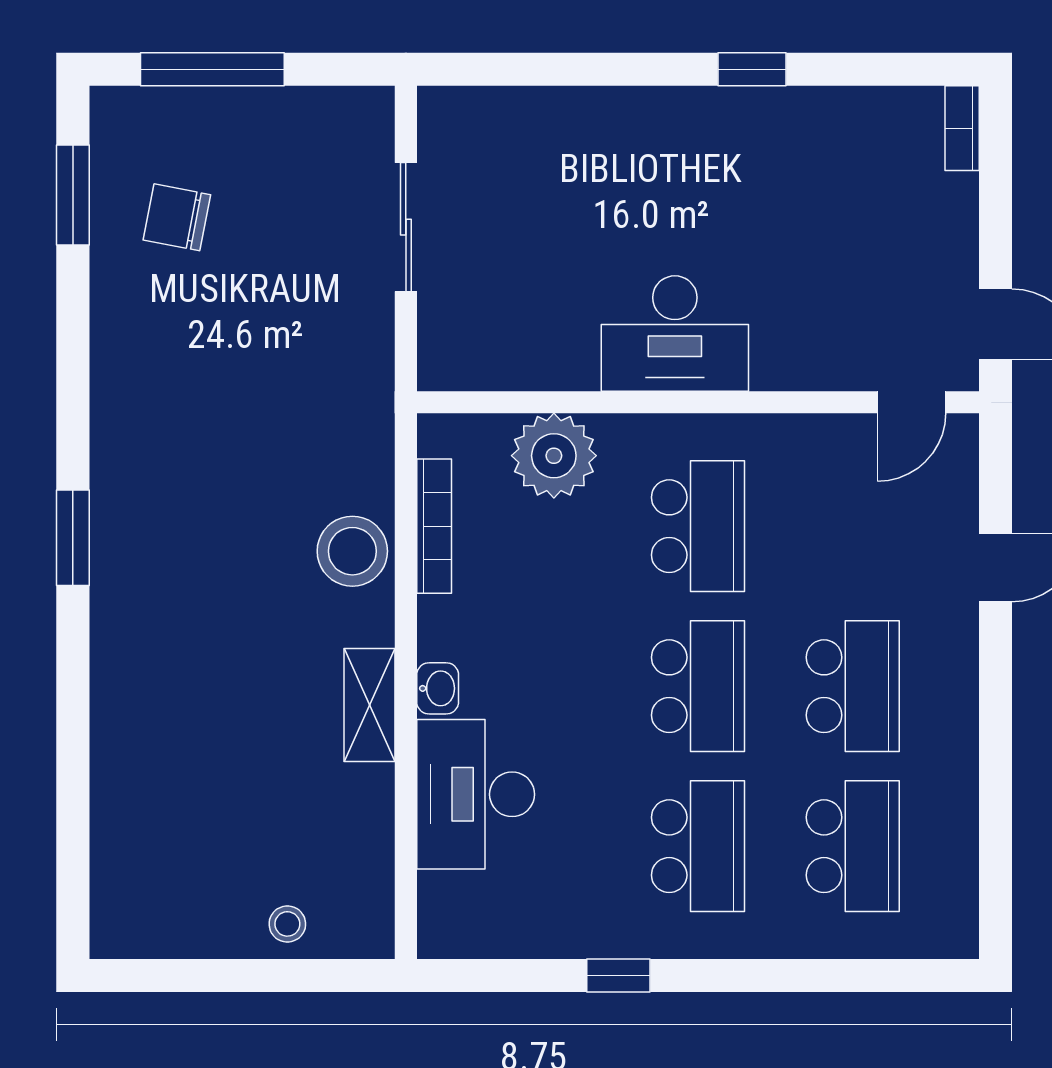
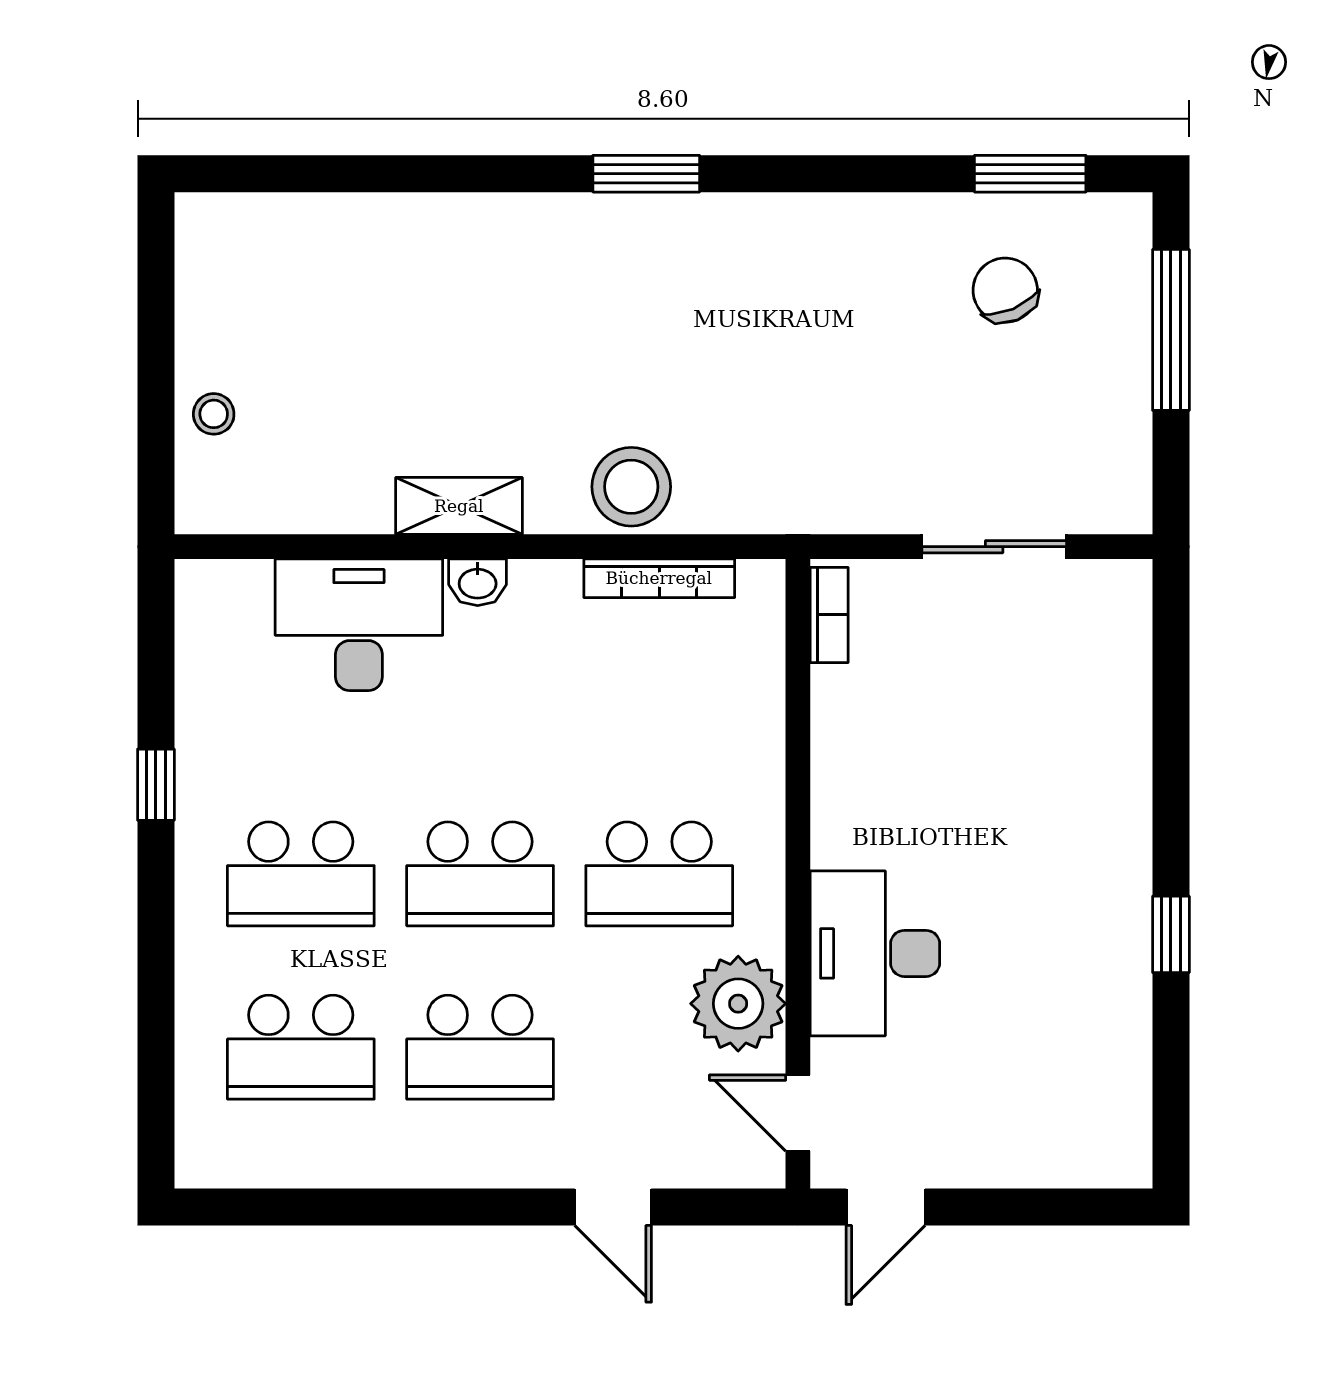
bookcase: (962, 128) -> (829, 615), moved, turned 90
chair: (177, 217) -> (1005, 290), turned -34
desk: (675, 334) -> (875, 953), moved
plant: (554, 456) -> (738, 1004), moved

